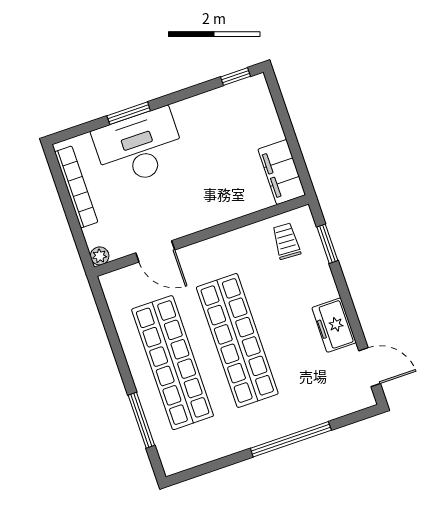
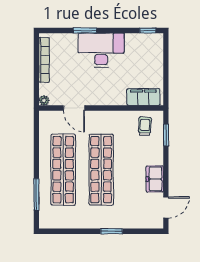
desk: (139, 147) -> (101, 50), moved
filing cabinet: (282, 172) -> (143, 97), moved, turned 90
door: (370, 367) -> (166, 207), hinge flipped
window: (291, 439) -> (112, 231), width x0.47

